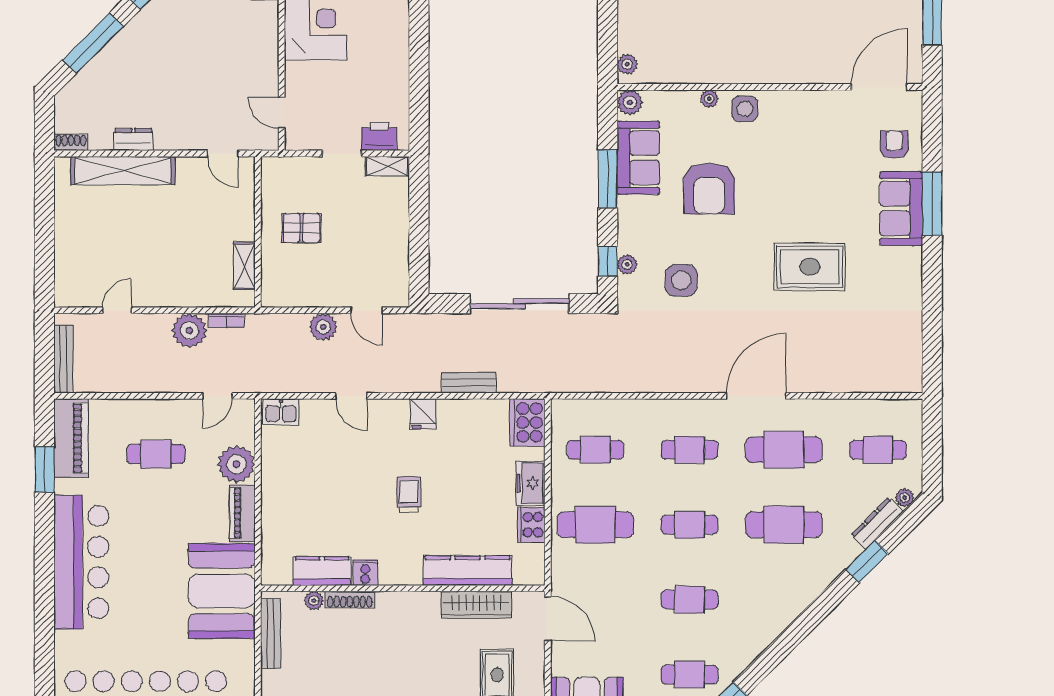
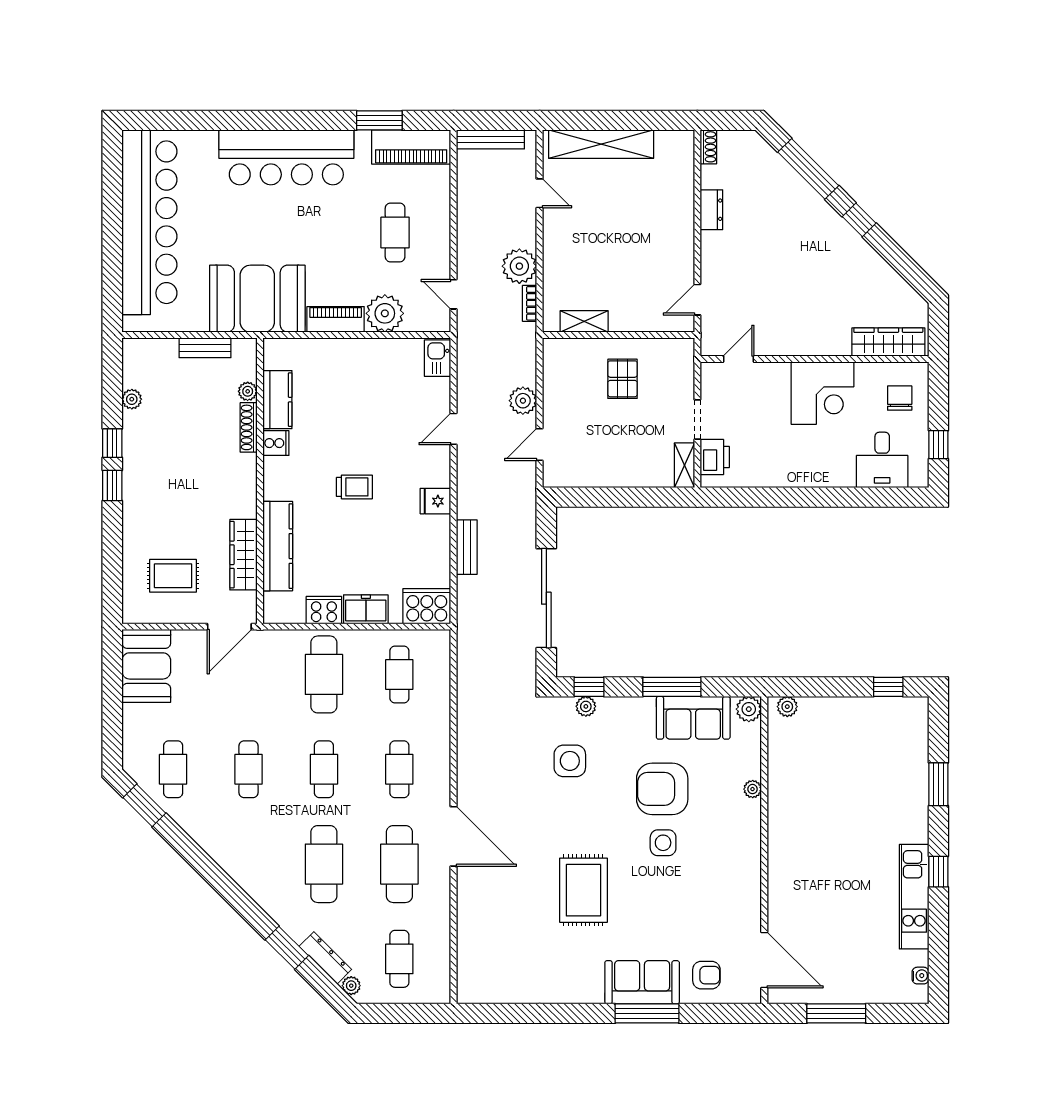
side table: (745, 109) -> (663, 843), moved
shelving: (123, 171) -> (601, 144), moved, turned 90
bench: (271, 634) -> (205, 348), width x0.73

